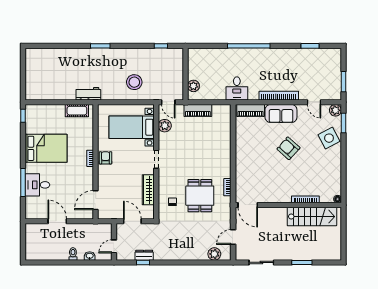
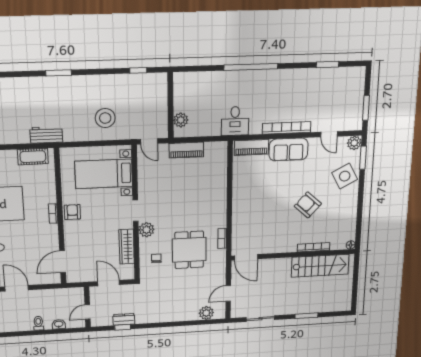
plant: (165, 126) -> (146, 230), moved
armchair: (288, 148) -> (308, 205), moved

